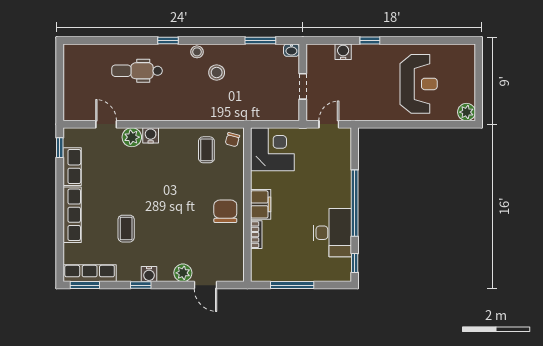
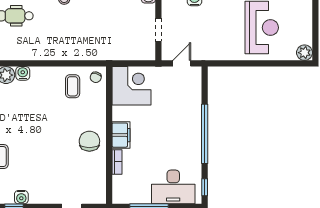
stool: (217, 72) -> (82, 17), removed
desk: (332, 233) -> (173, 187), moved, turned 90
plant: (183, 273) -> (52, 196), removed

